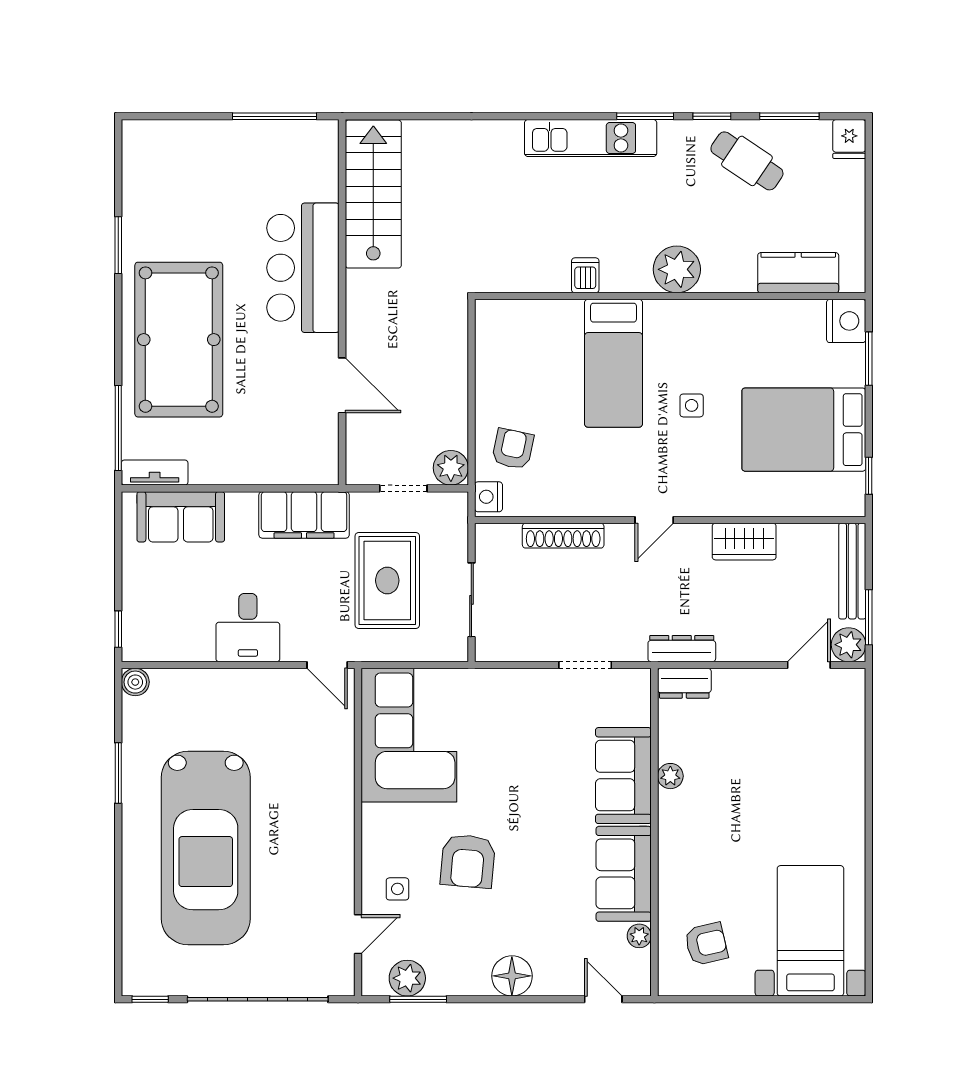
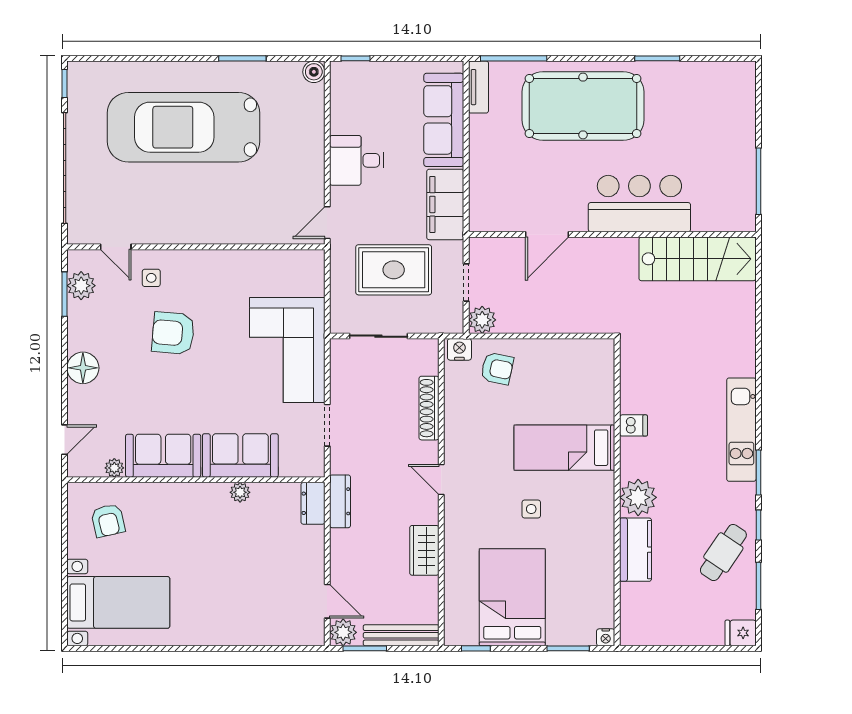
kitchen counter: (798, 273) -> (636, 550), moved
nightstand: (846, 321) -> (606, 637), width x0.53, depth x0.56
sofa: (181, 517) -> (444, 120), width x1.36
corner sofa: (409, 735) -> (287, 350), moved, turned 90

